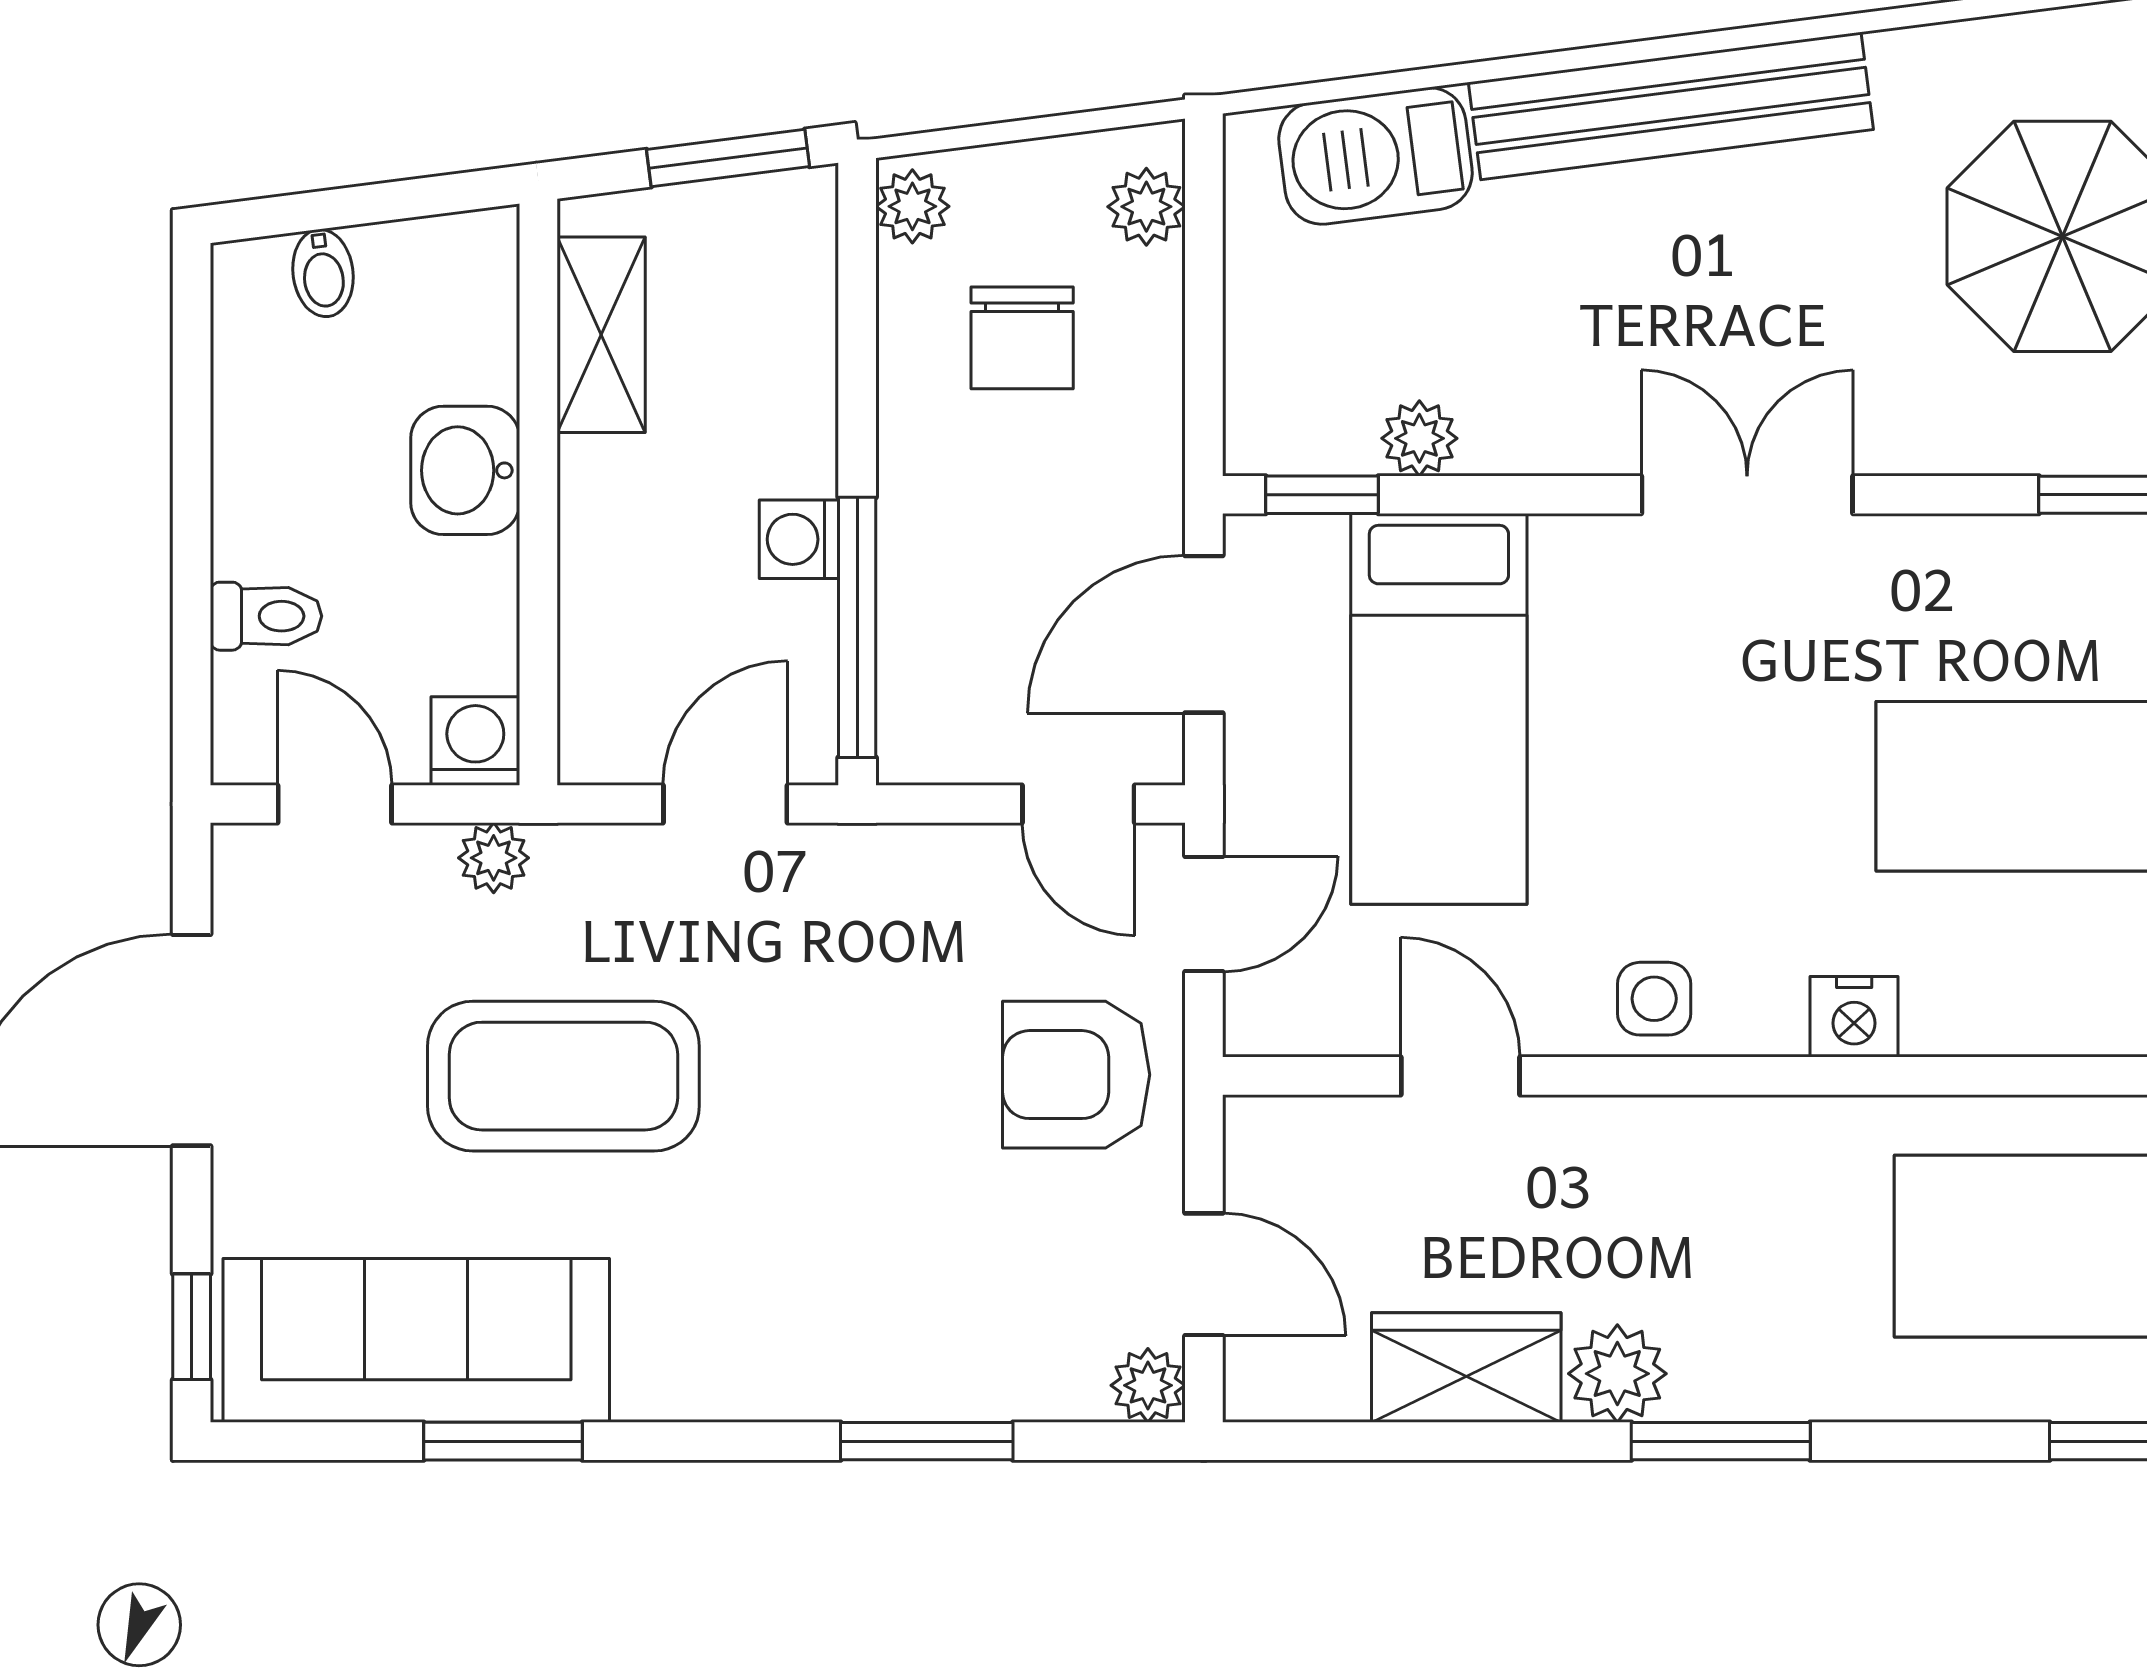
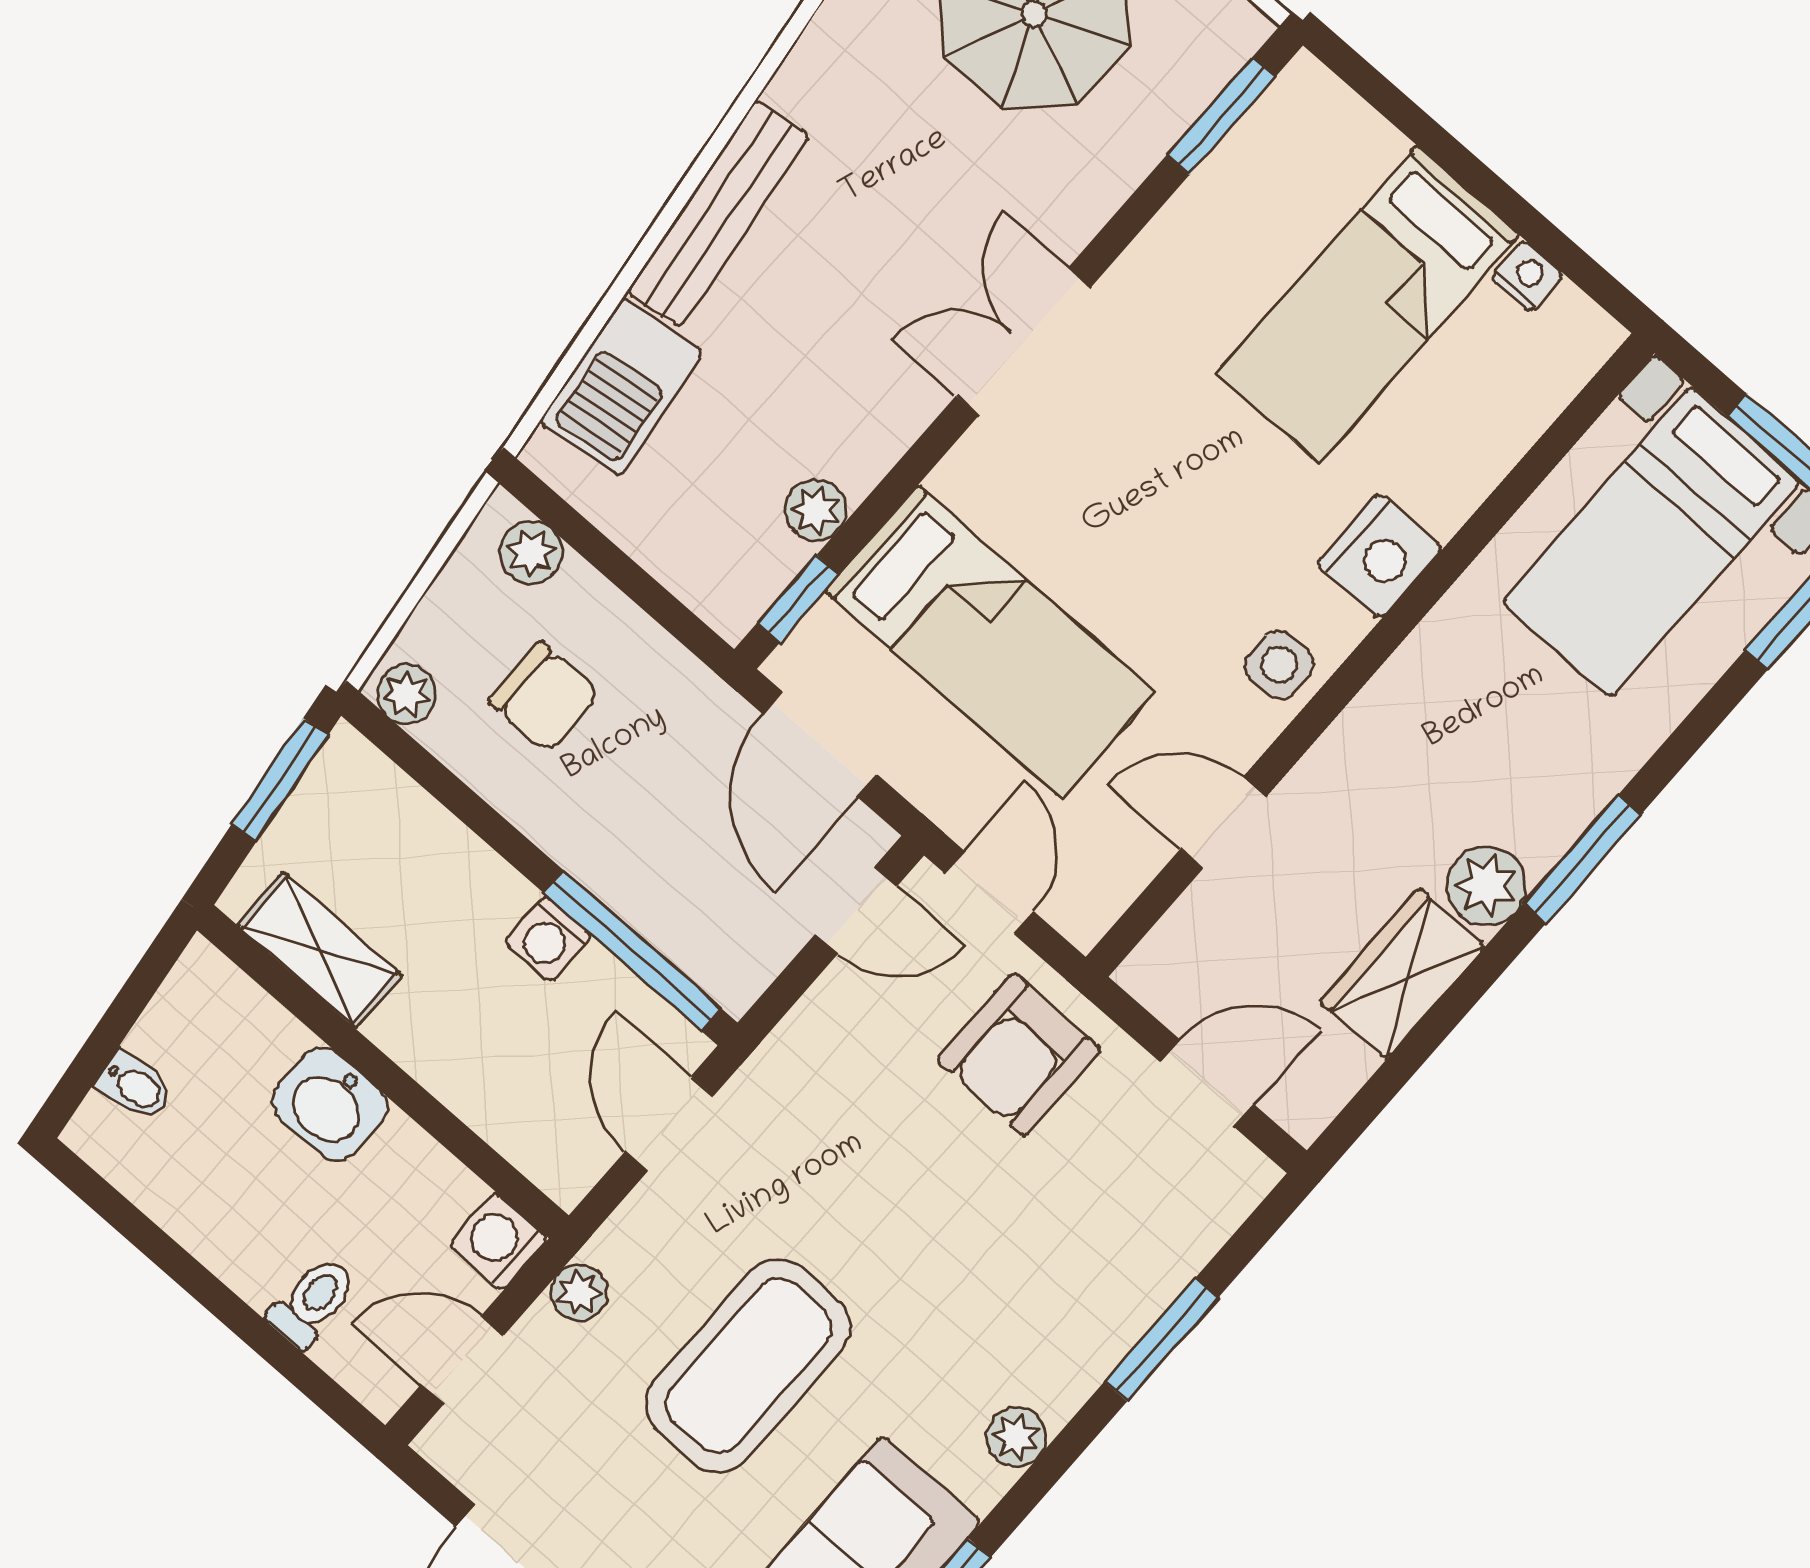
bench: (1671, 106) -> (718, 213), width x0.73, depth x0.82
nightstand: (1854, 1017) -> (1380, 556), width x1.36, depth x1.33
plant: (1148, 1385) -> (1017, 1437), moved

